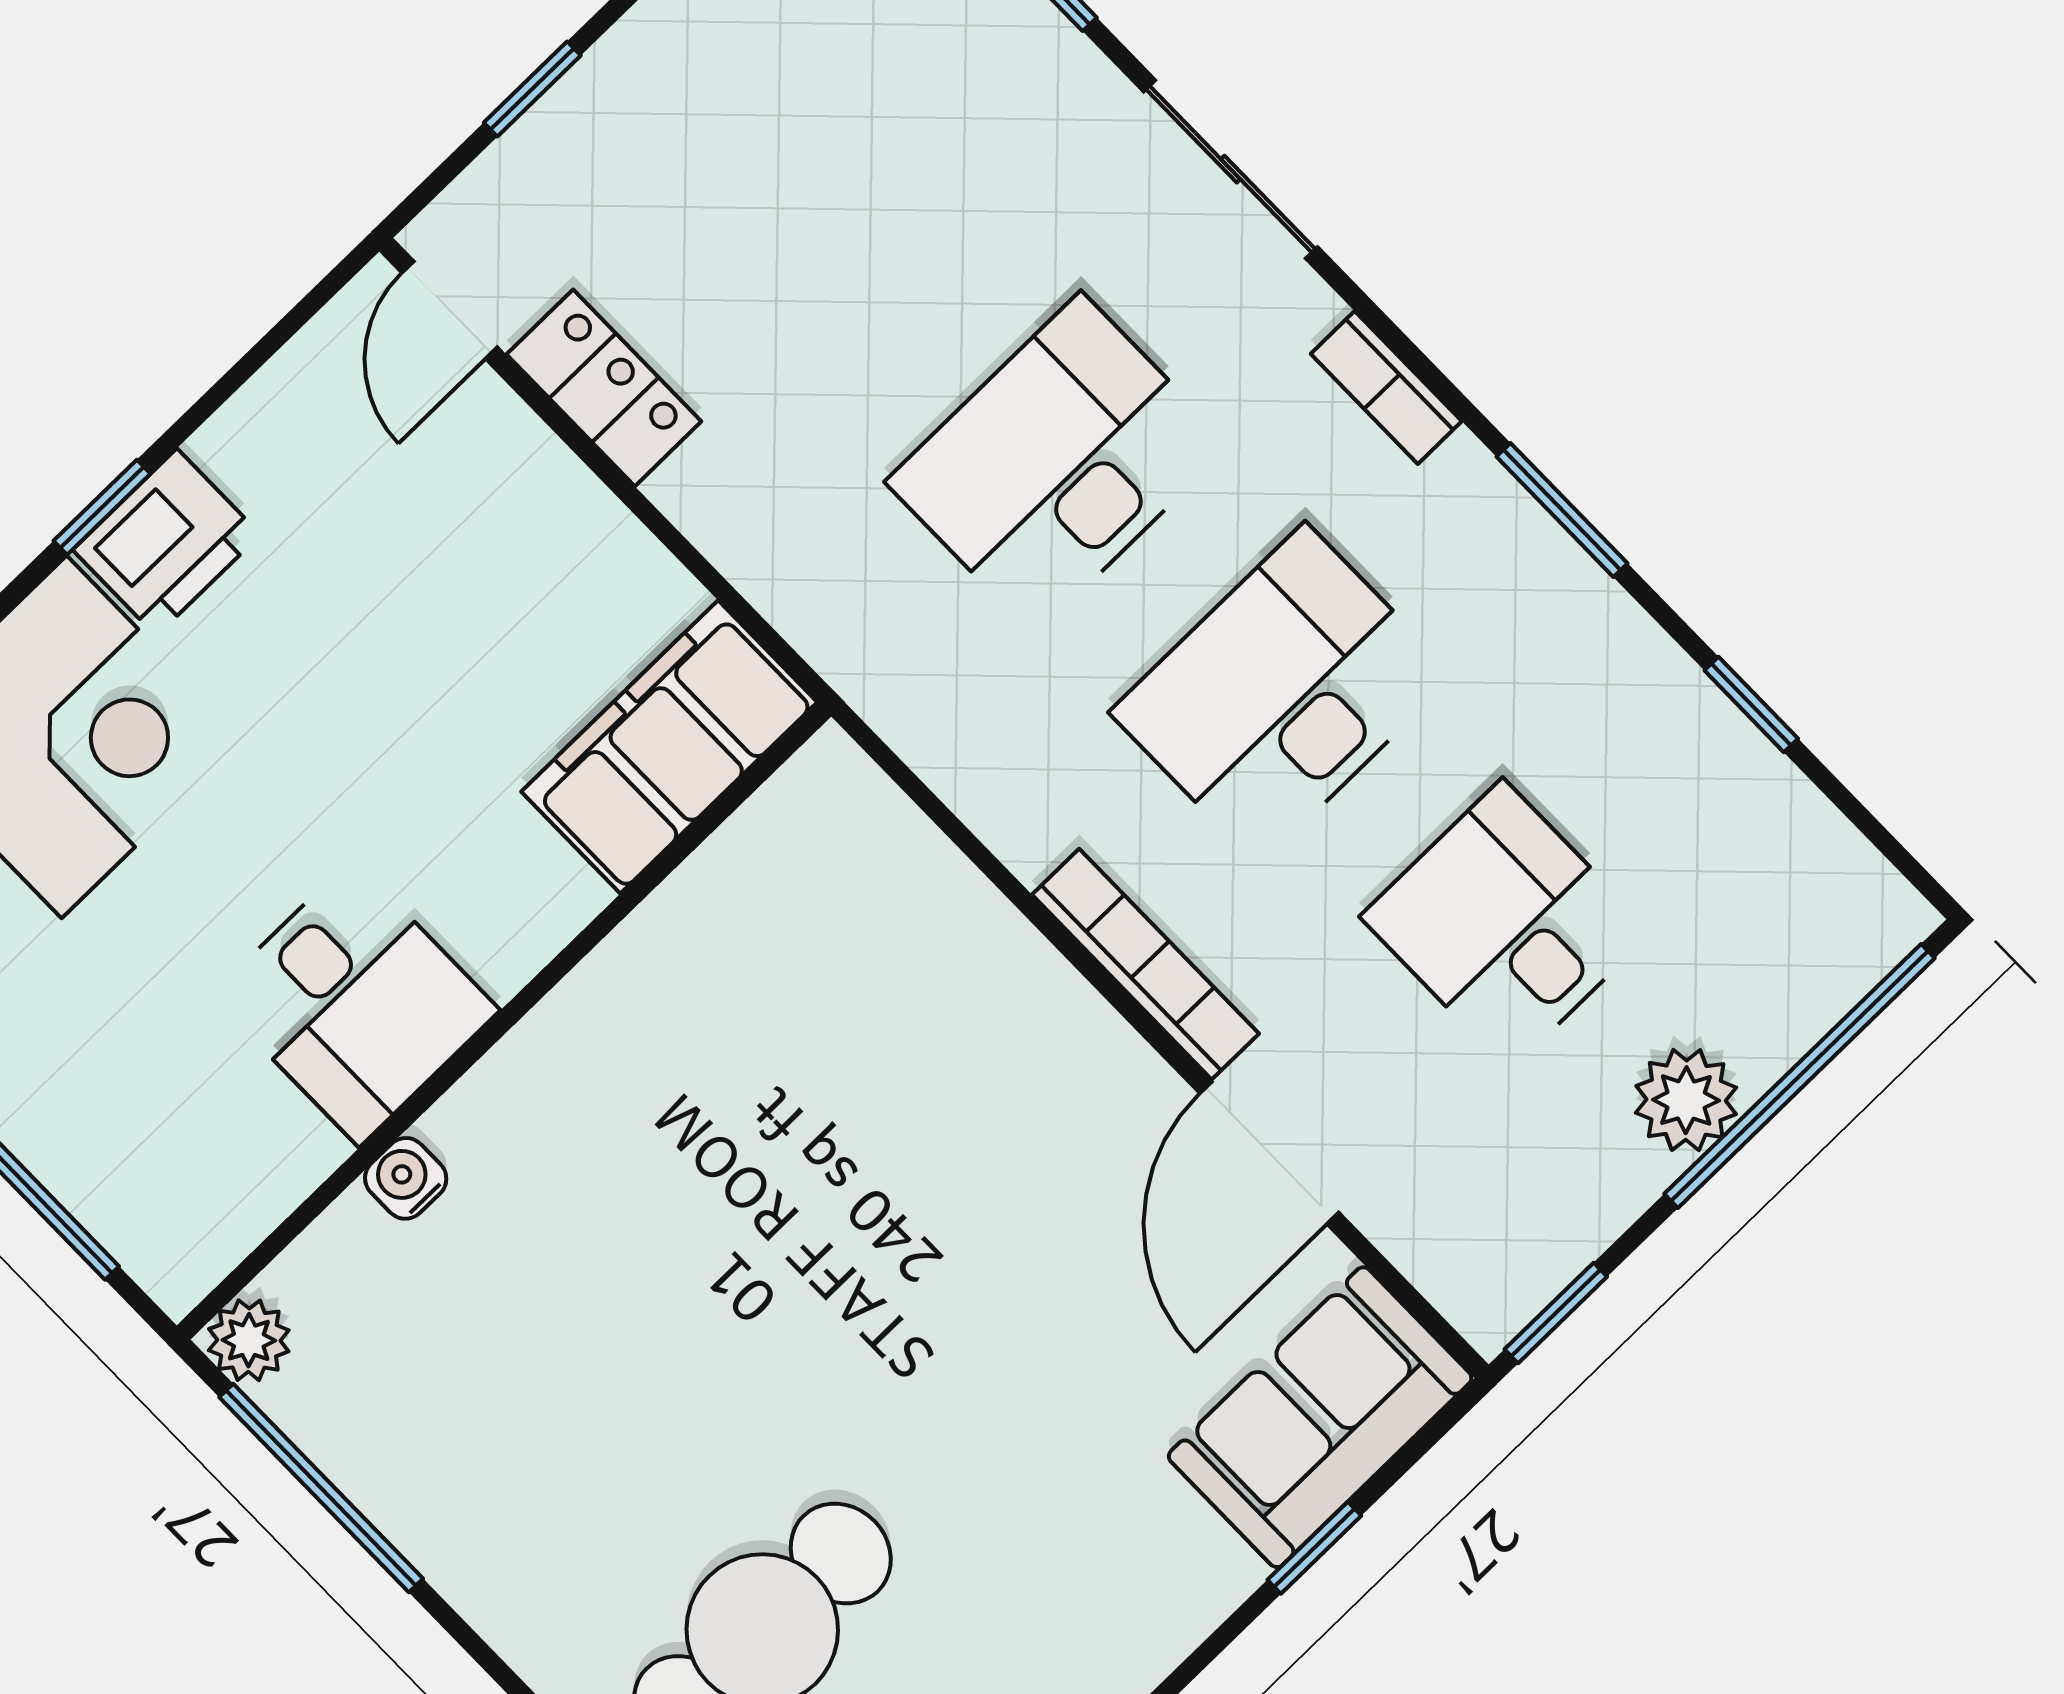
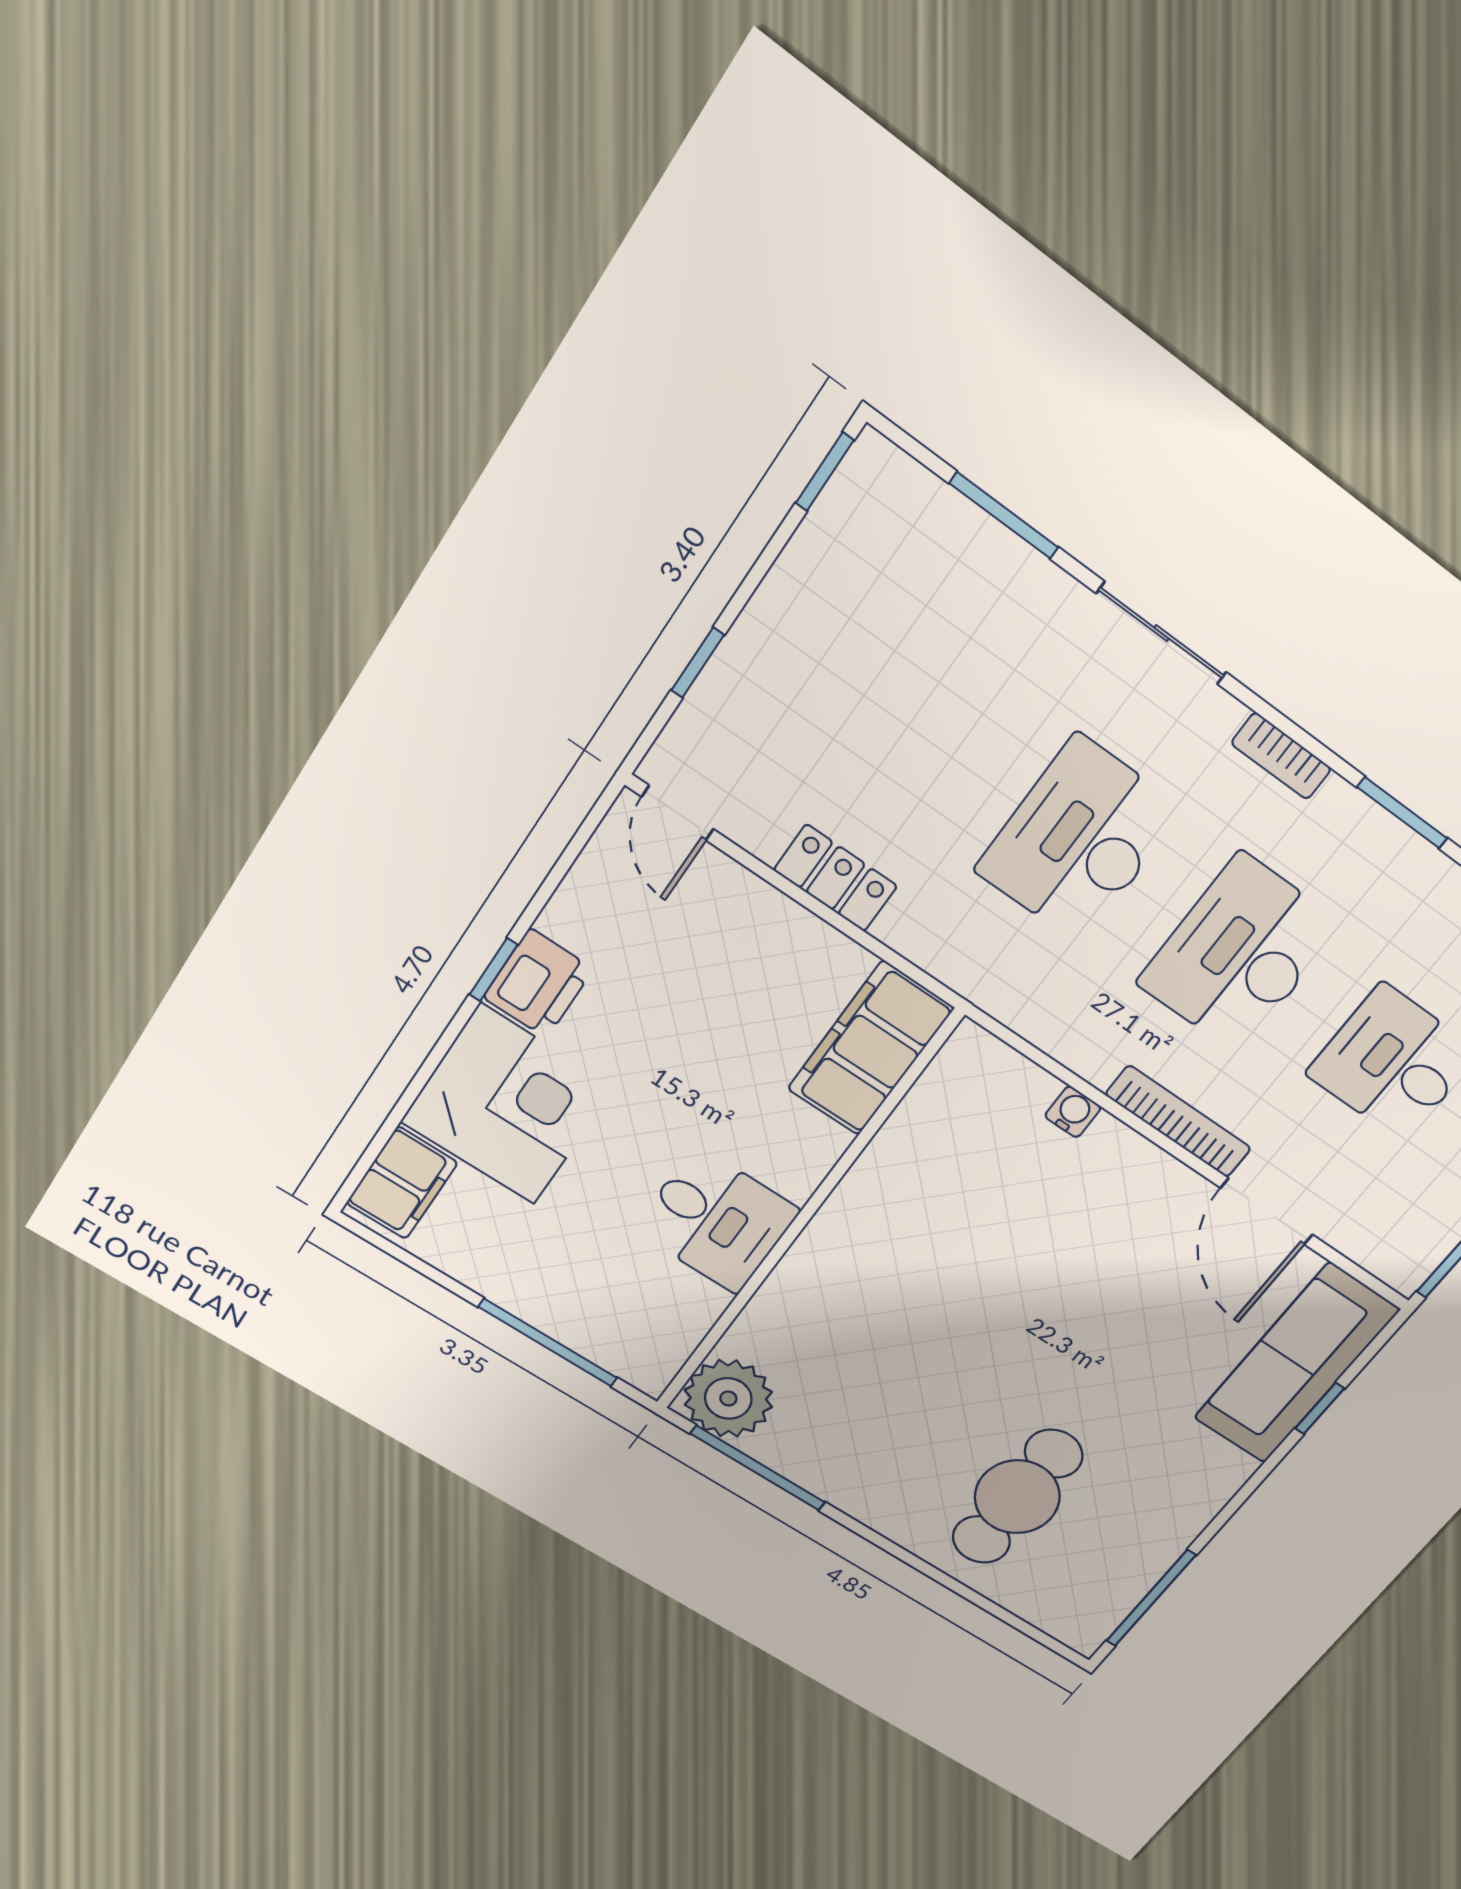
locker: (604, 388) -> (835, 878), moved
water cooler: (406, 1178) -> (1073, 1112), moved, turned 90
plant: (249, 1340) -> (728, 1398), width x1.88, depth x1.88
sofa: (1320, 1417) -> (1296, 1364), width x1.36

